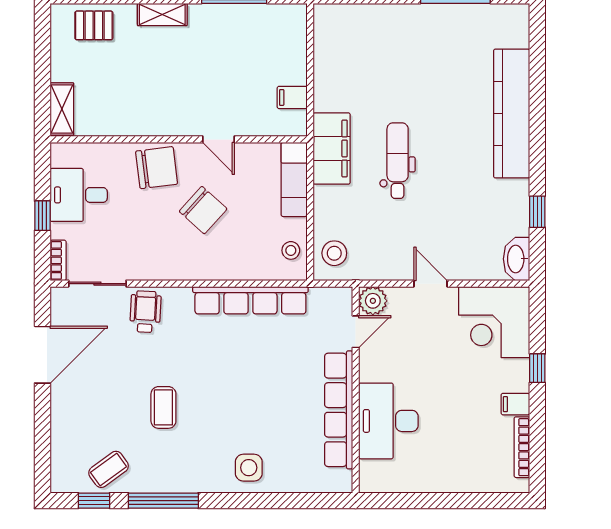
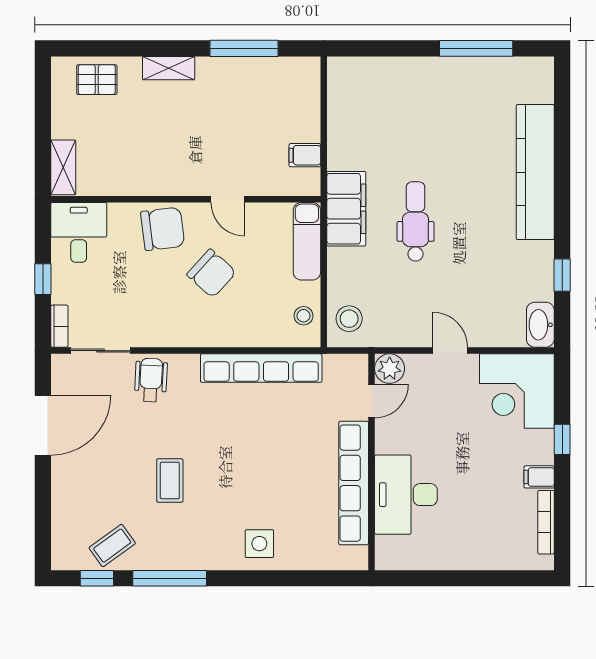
desk: (79, 195) -> (79, 232), moved, turned 90

